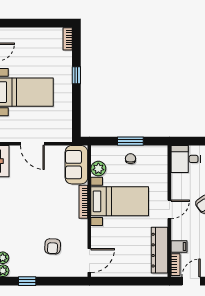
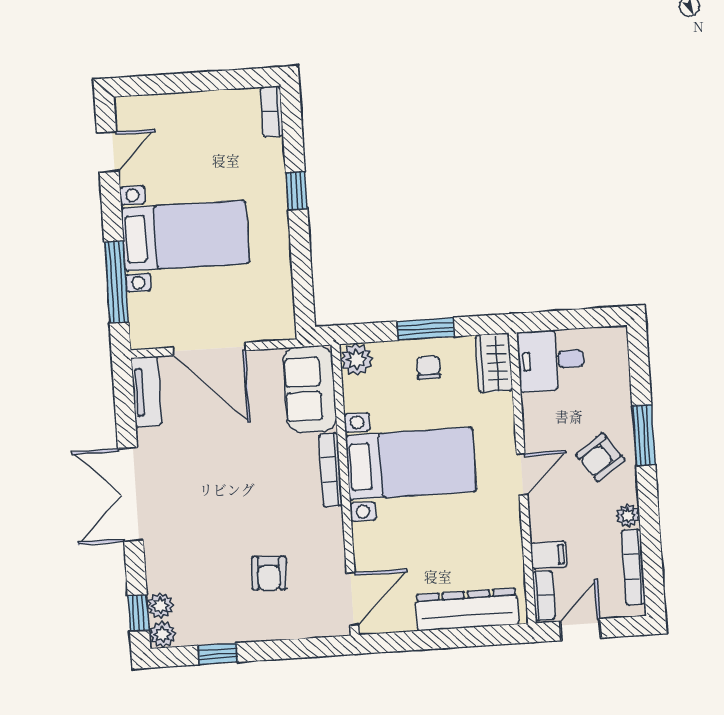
door: (32, 144) -> (209, 349), width x1.36
wardrobe: (160, 158) -> (494, 363), added
plant: (98, 169) -> (357, 359), moved
dresser: (159, 250) -> (467, 610), moved, turned 90

